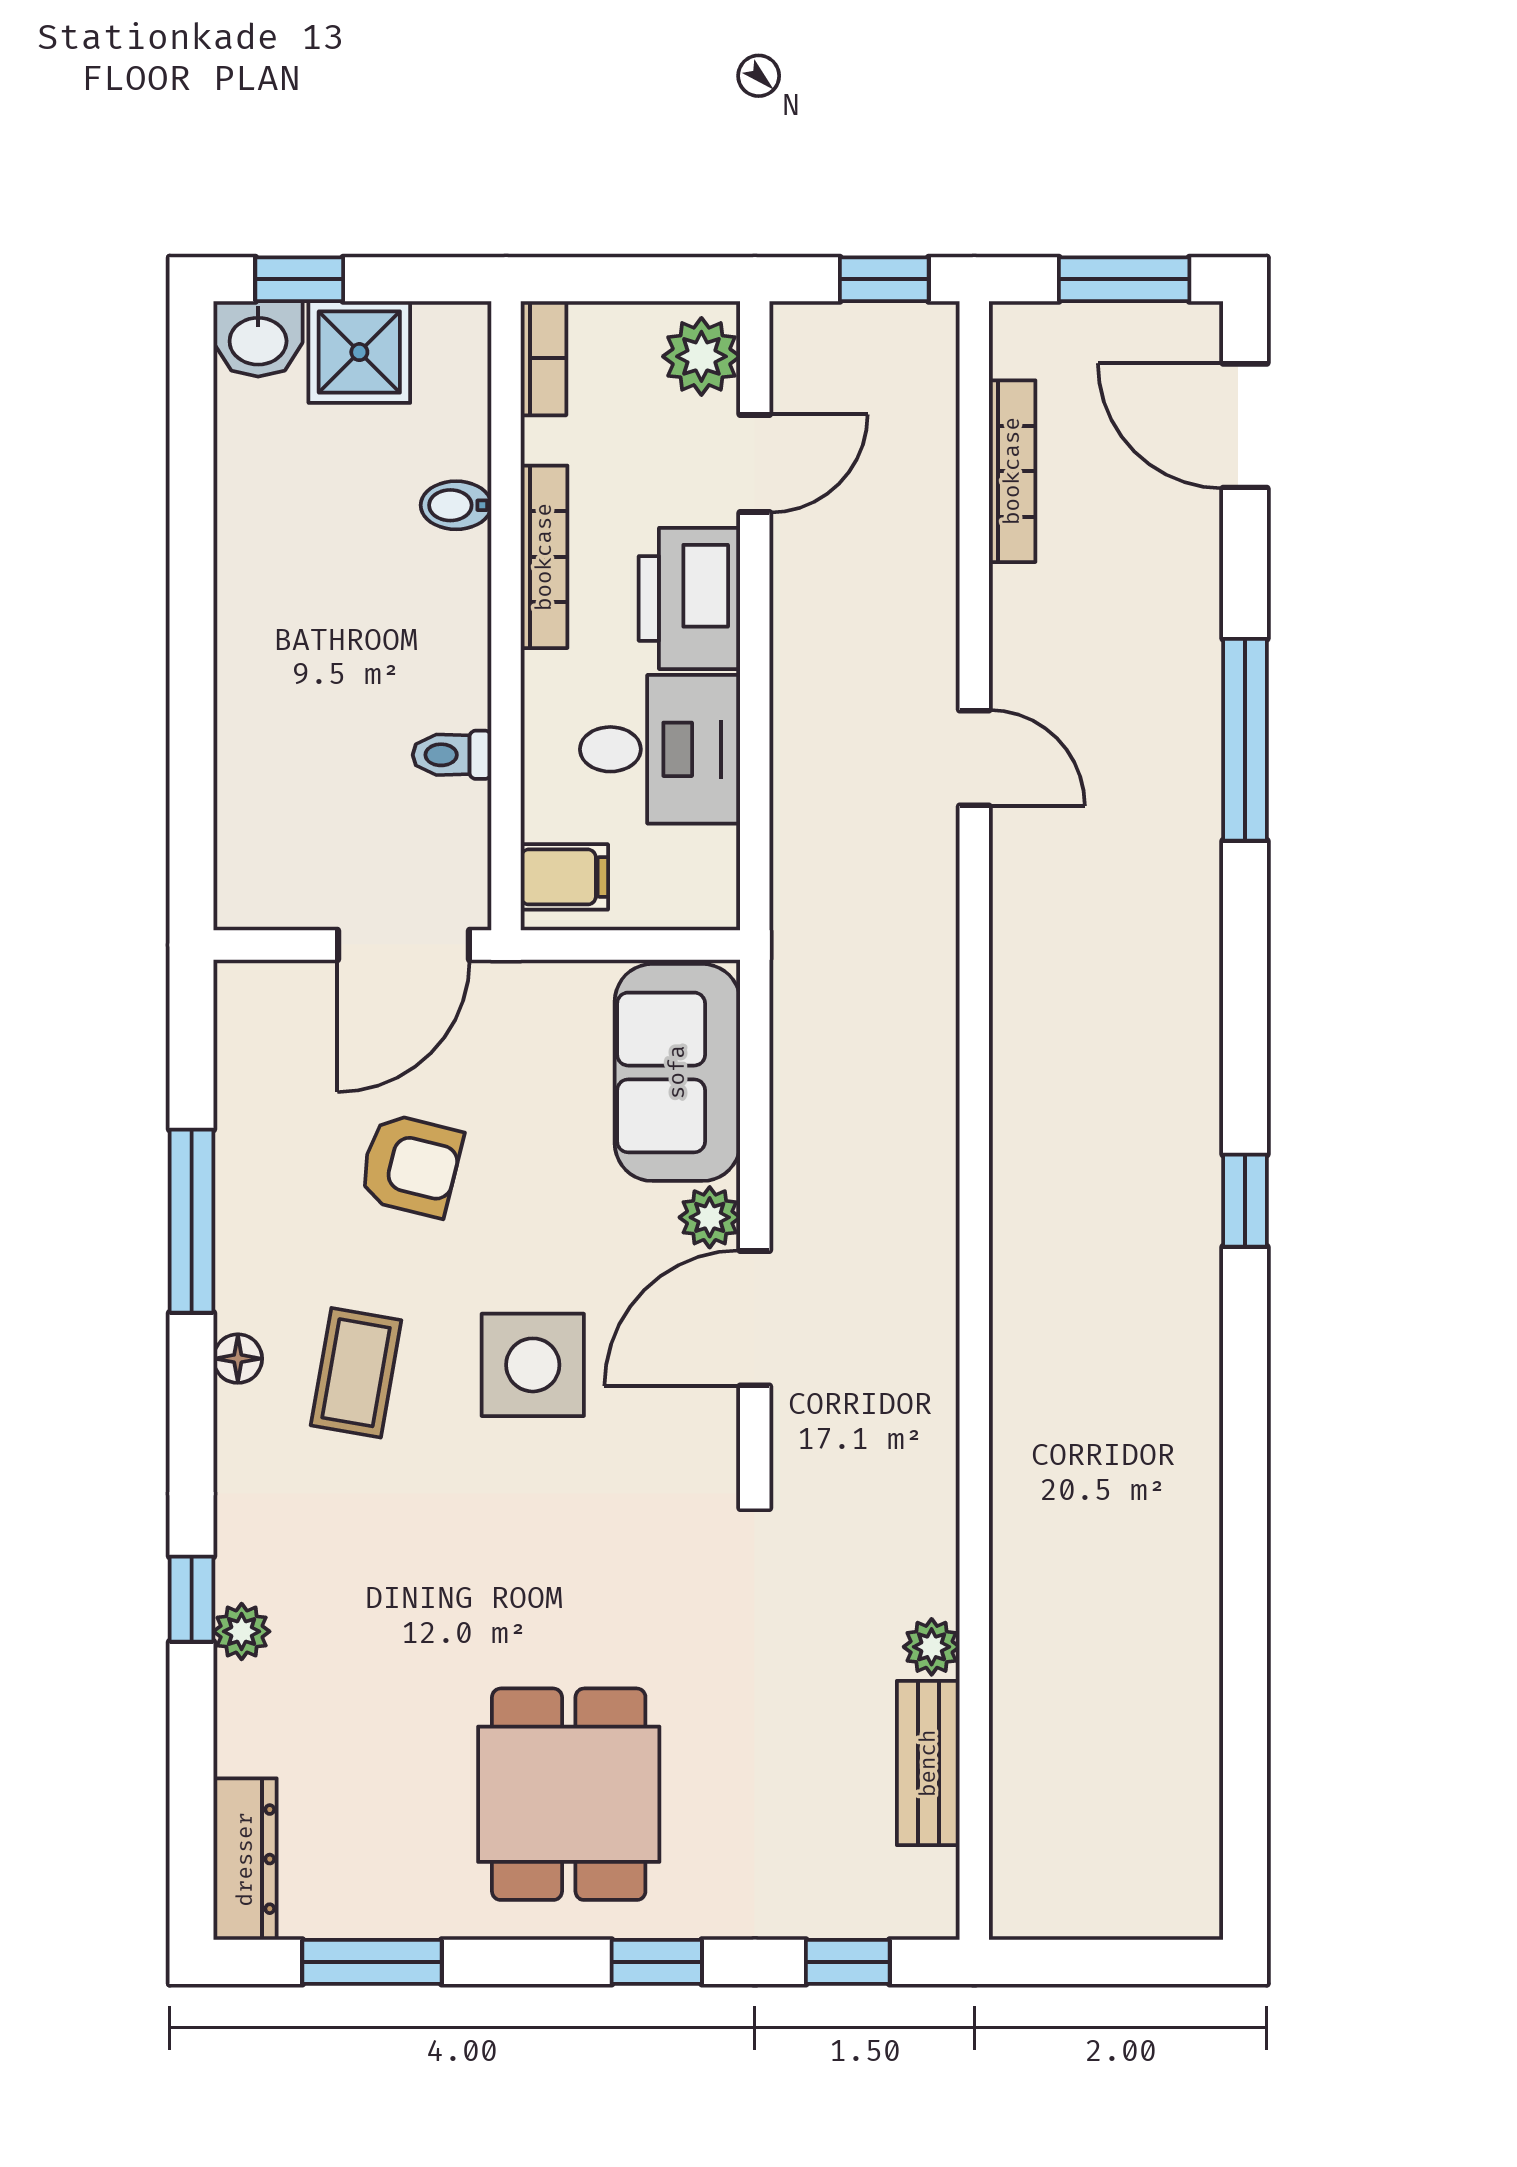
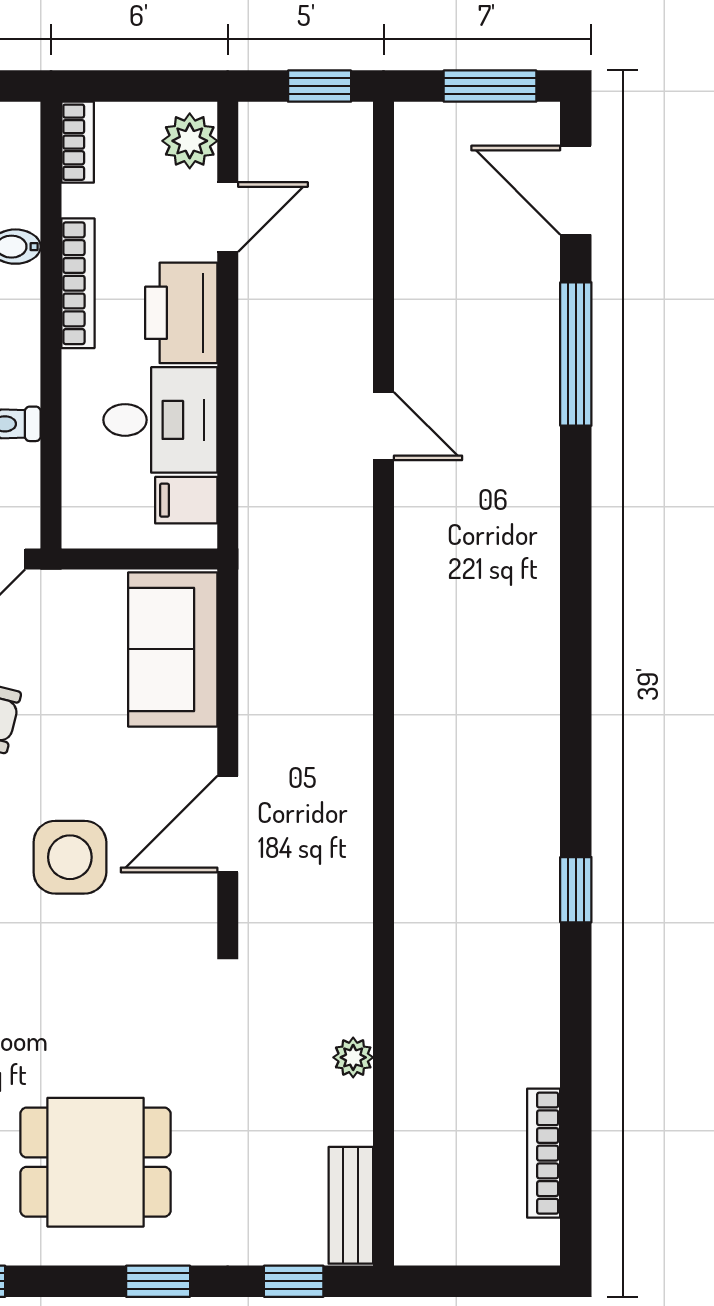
bookcase: (1012, 471) -> (544, 1153), moved, turned 180
window: (1245, 740) -> (576, 354), moved
filing cabinet: (564, 877) -> (186, 500), moved, turned 180
window: (1245, 1201) -> (576, 890), moved
plant: (710, 1217) -> (196, 752), removed
bench: (928, 1763) -> (351, 1205), moved
dining table: (569, 1794) -> (95, 1162), turned 90

